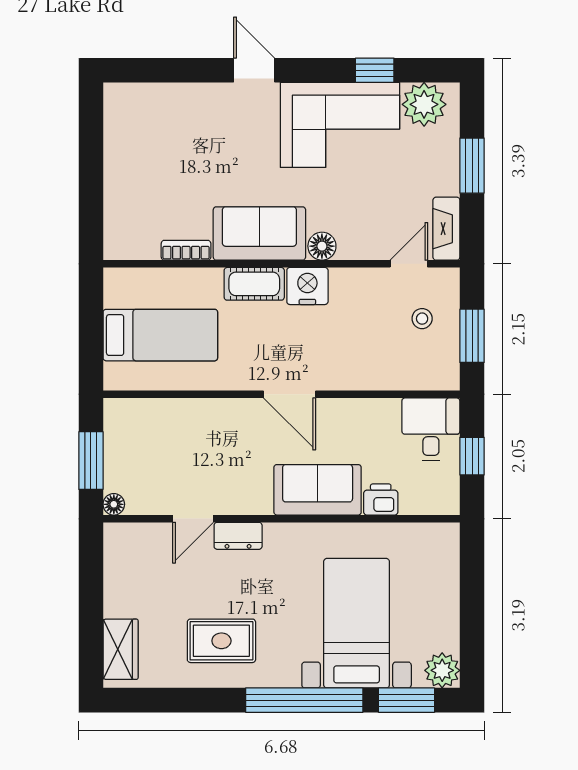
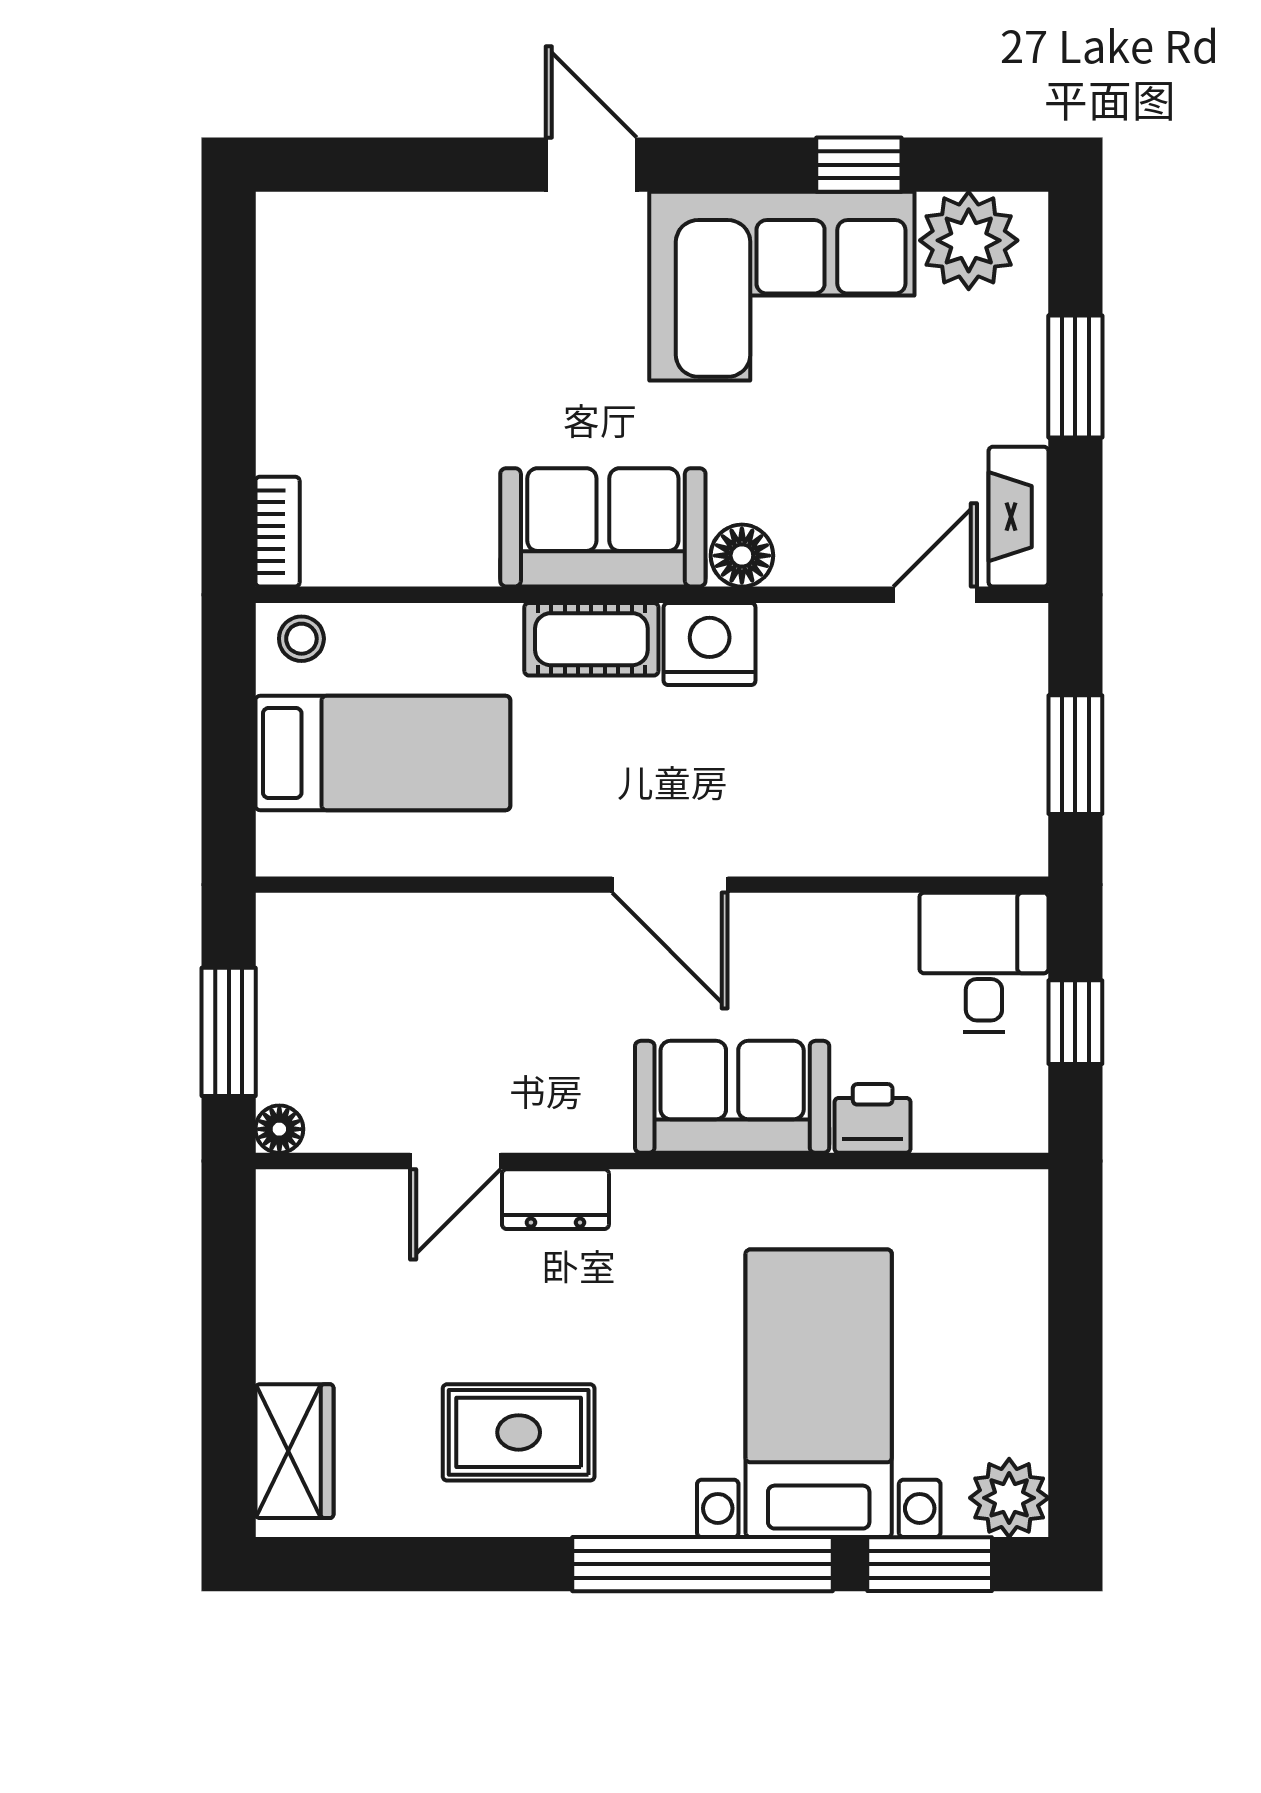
bookcase: (186, 250) -> (278, 532), moved, turned 90
stool: (422, 319) -> (301, 639), moved

